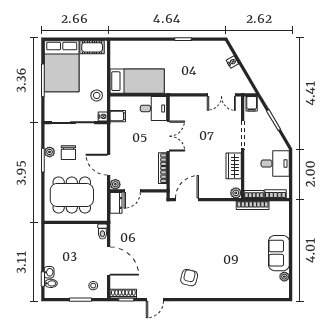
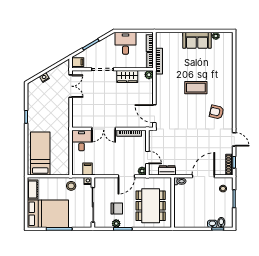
bed: (137, 81) -> (40, 153), moved
double door: (168, 136) -> (104, 129), swing flipped
dresser: (116, 203) -> (167, 170), moved
coffee table: (220, 252) -> (196, 88), added

